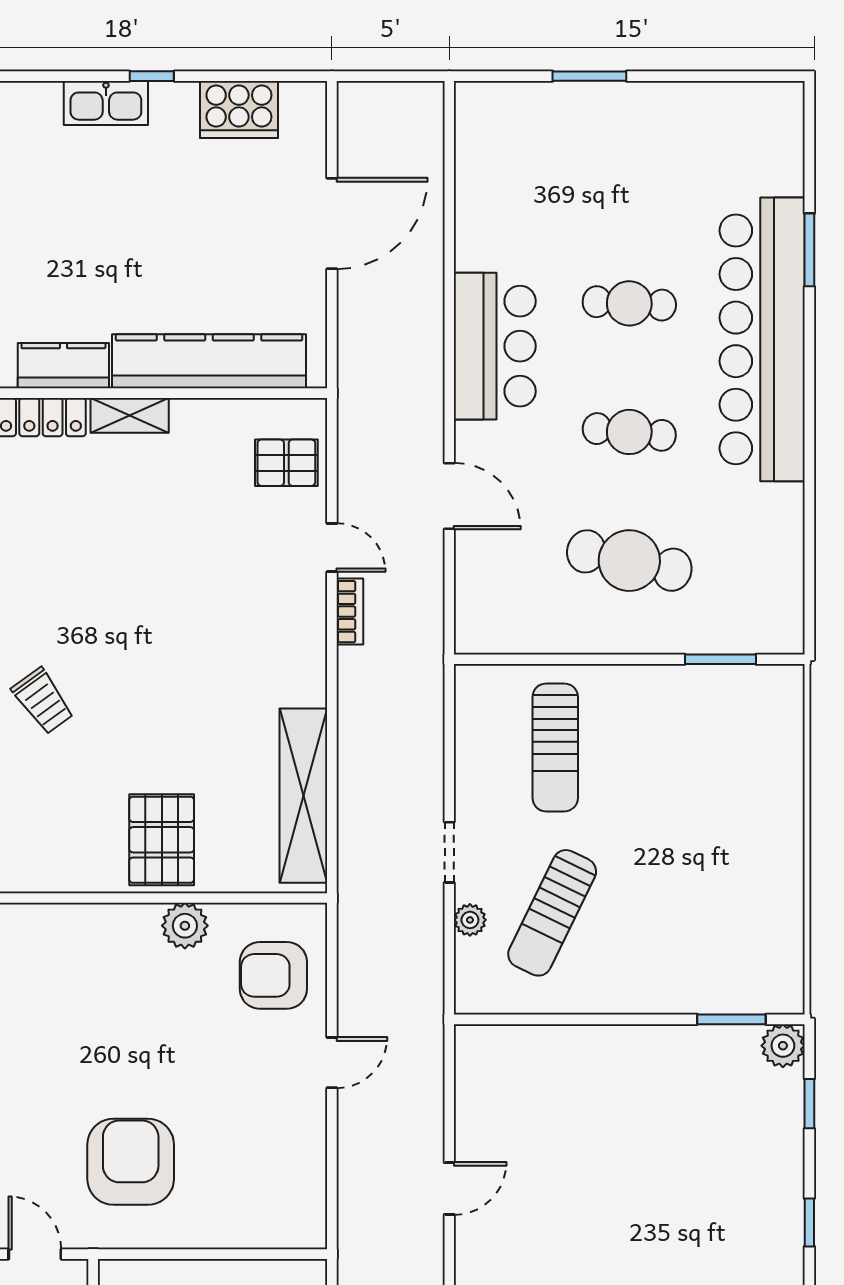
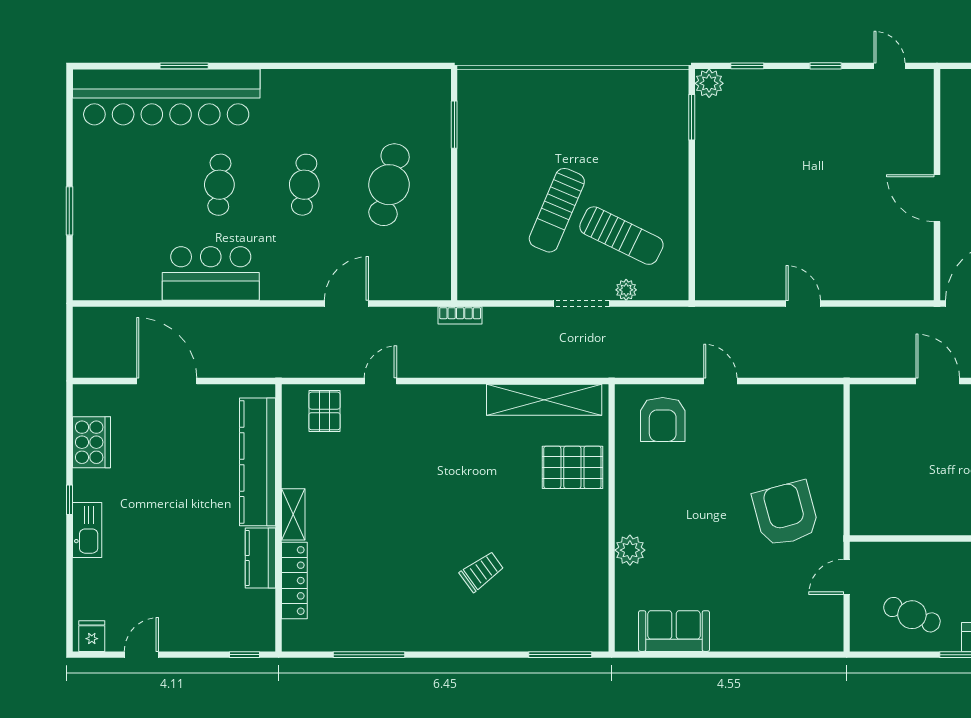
bar counter: (762, 339) -> (166, 97), moved
bar counter: (495, 346) -> (211, 273), moved
bookcase: (350, 612) -> (460, 315), moved, turned 180
sun lounger: (555, 747) -> (557, 210), moved, turned 113
pallet: (162, 840) -> (572, 467), moved
doorway: (449, 852) -> (581, 303), width x1.38
plant: (185, 926) -> (630, 550), moved
armchair: (131, 1162) -> (786, 514), turned 75

